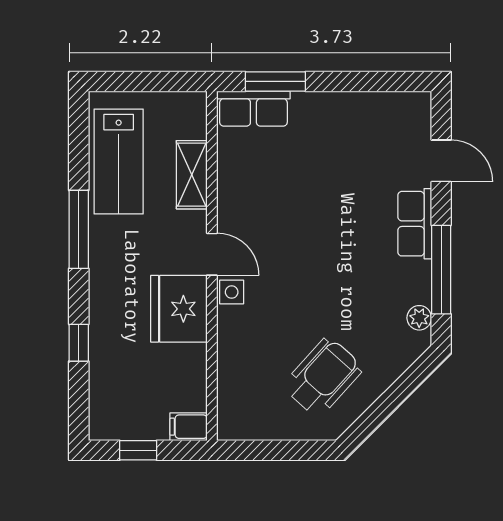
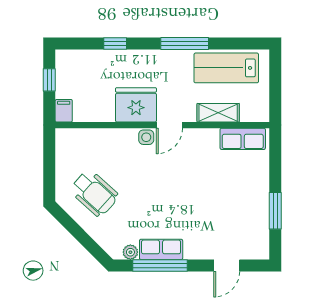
window: (275, 81) -> (275, 211), moved
row of seats: (253, 109) -> (243, 139), moved, turned -90
row of seats: (415, 224) -> (161, 249), moved

